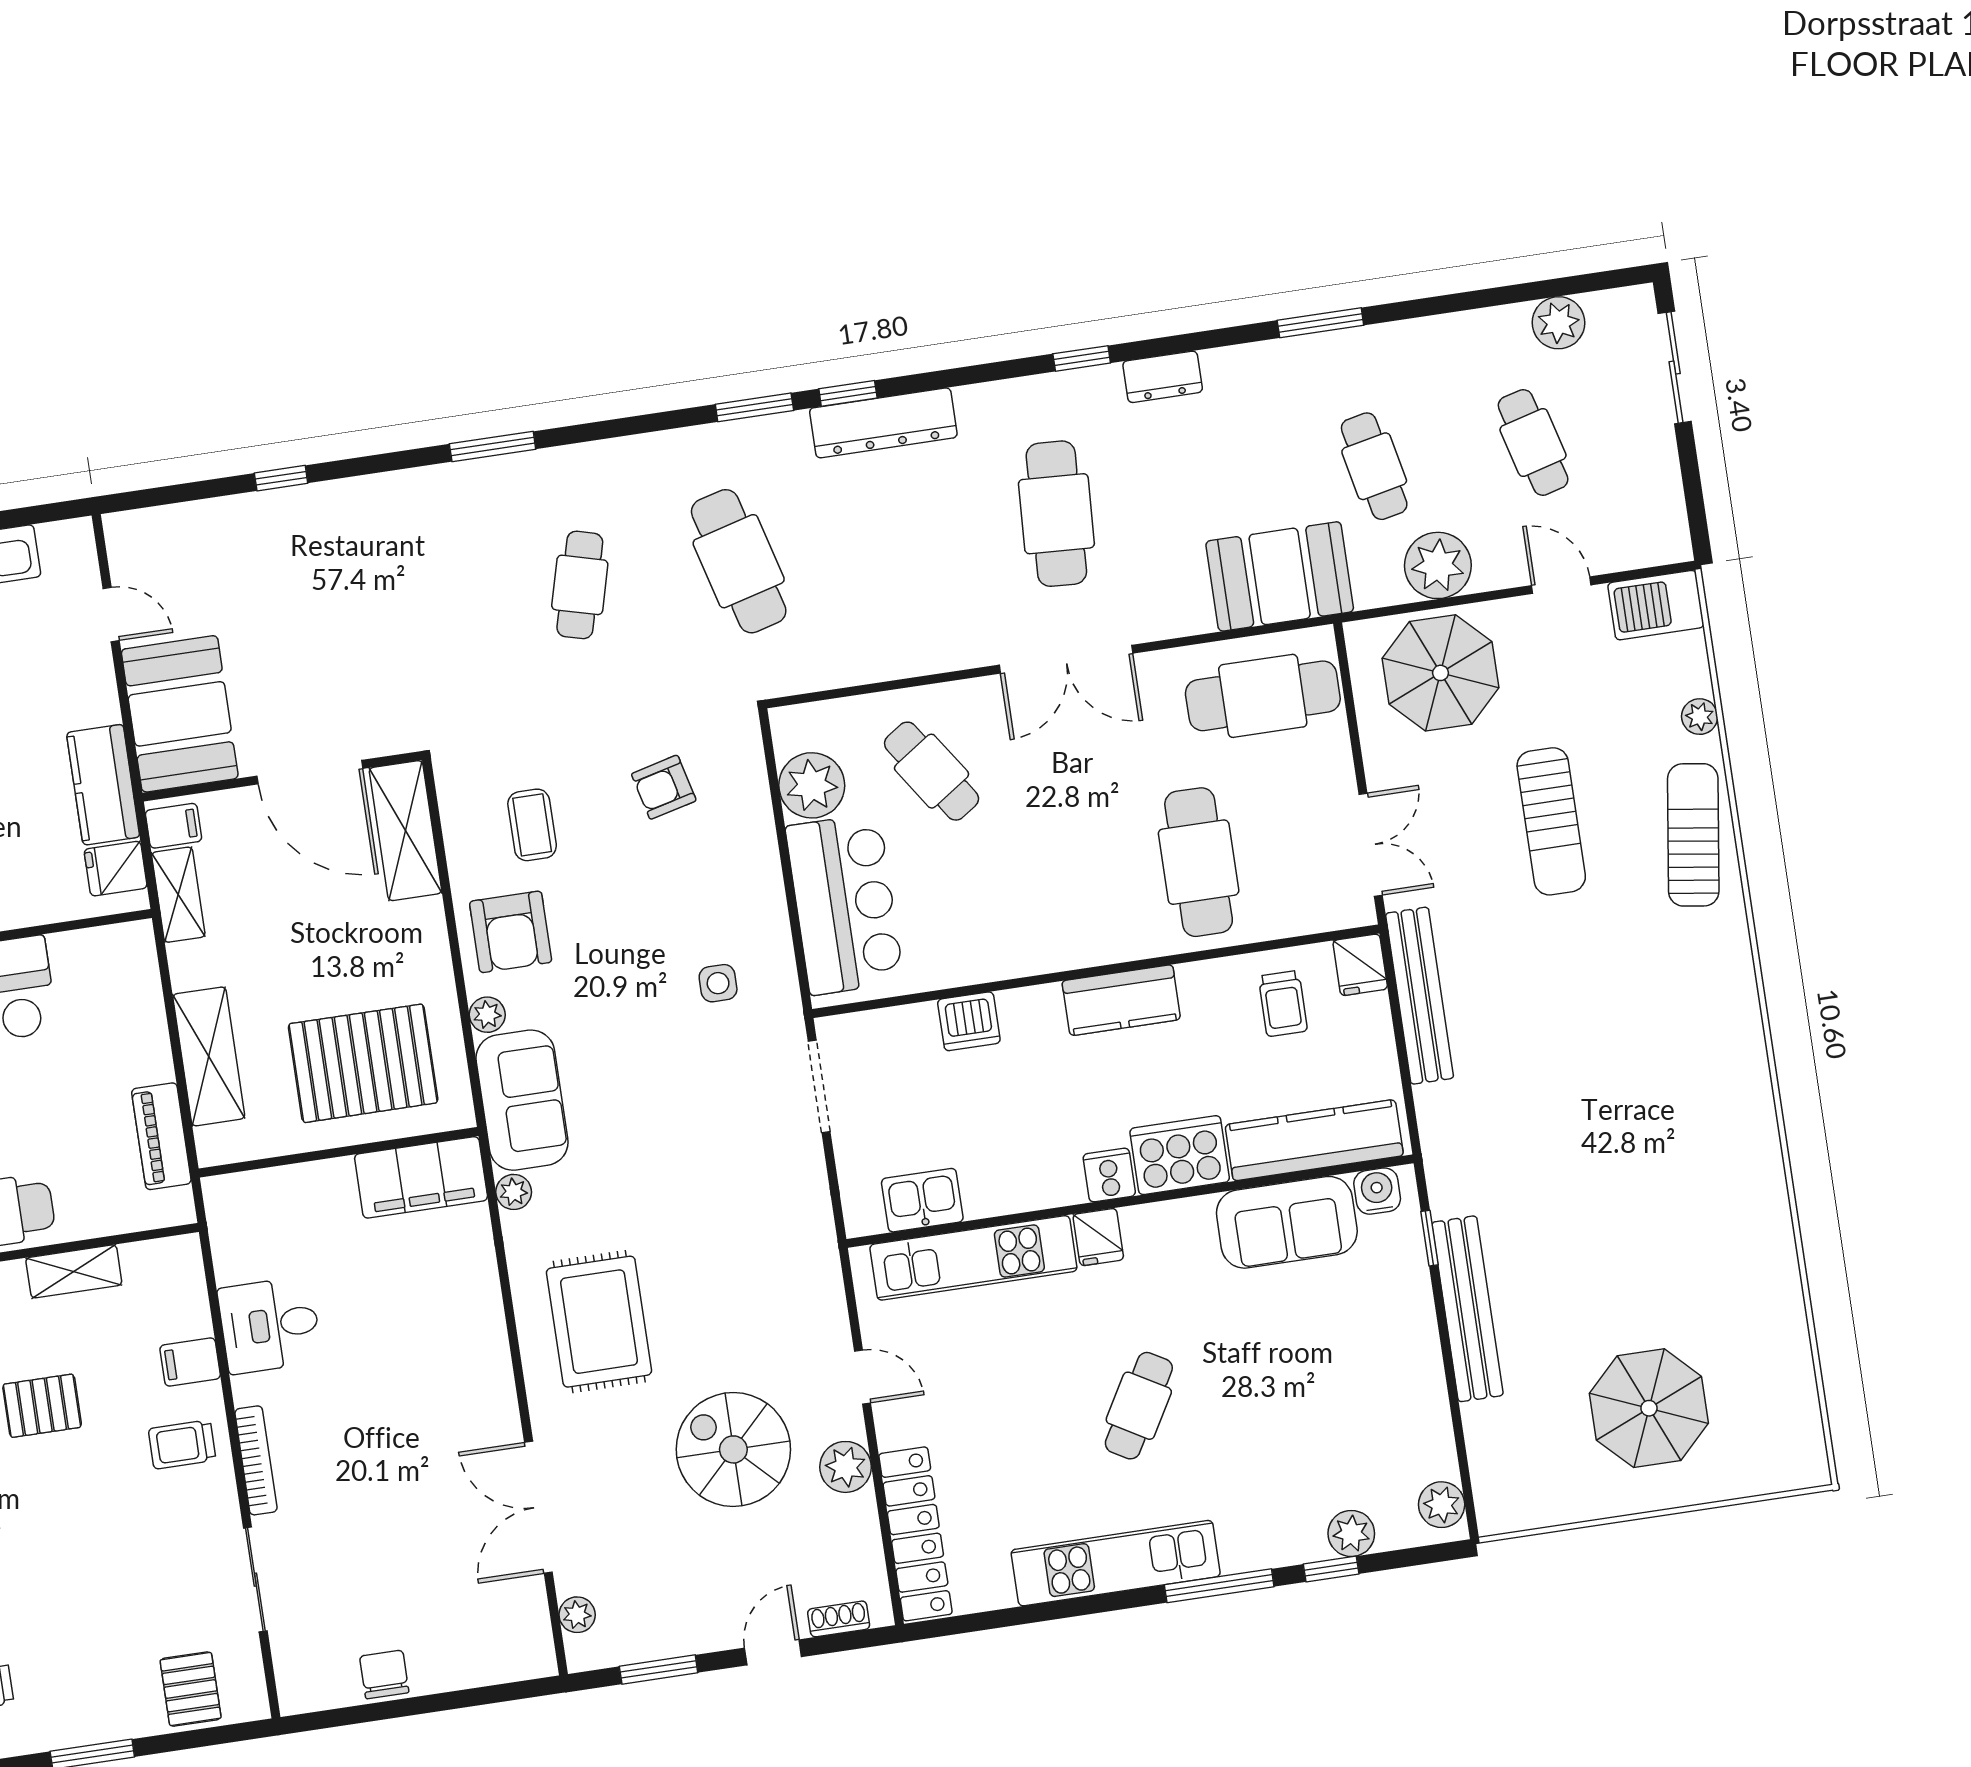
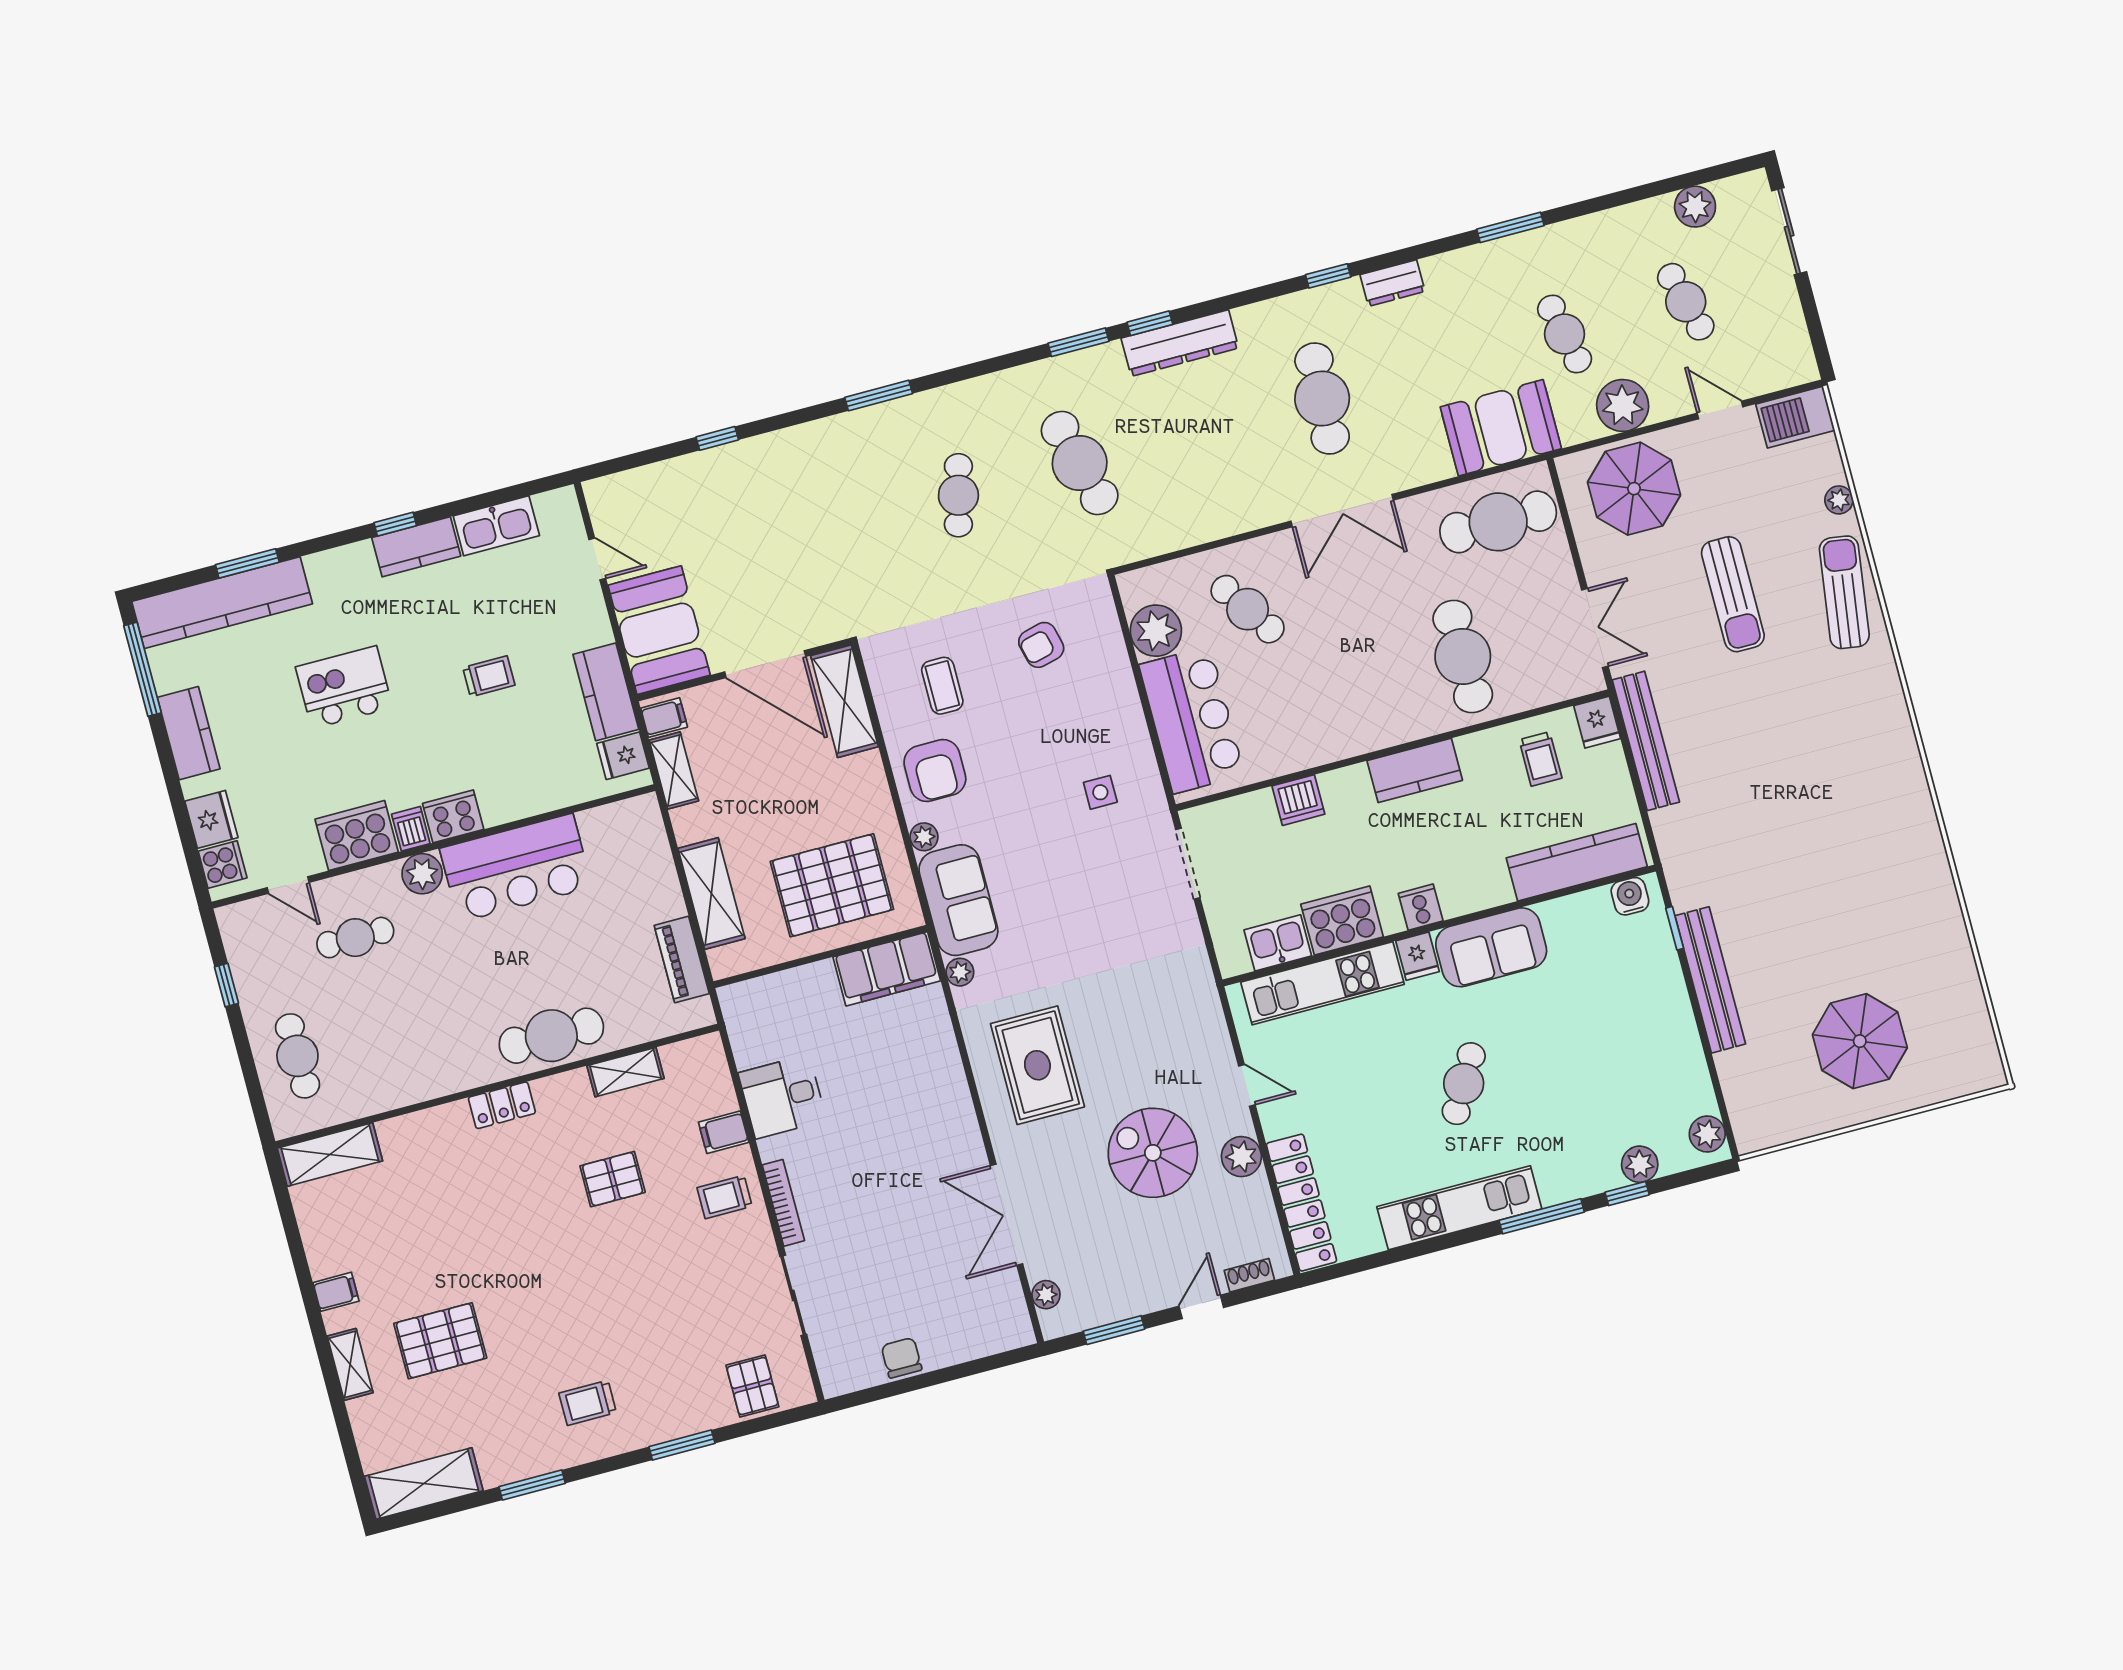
cooker: (1180, 1155) -> (1342, 921), moved
sofa: (1287, 1222) -> (1491, 947), moved

